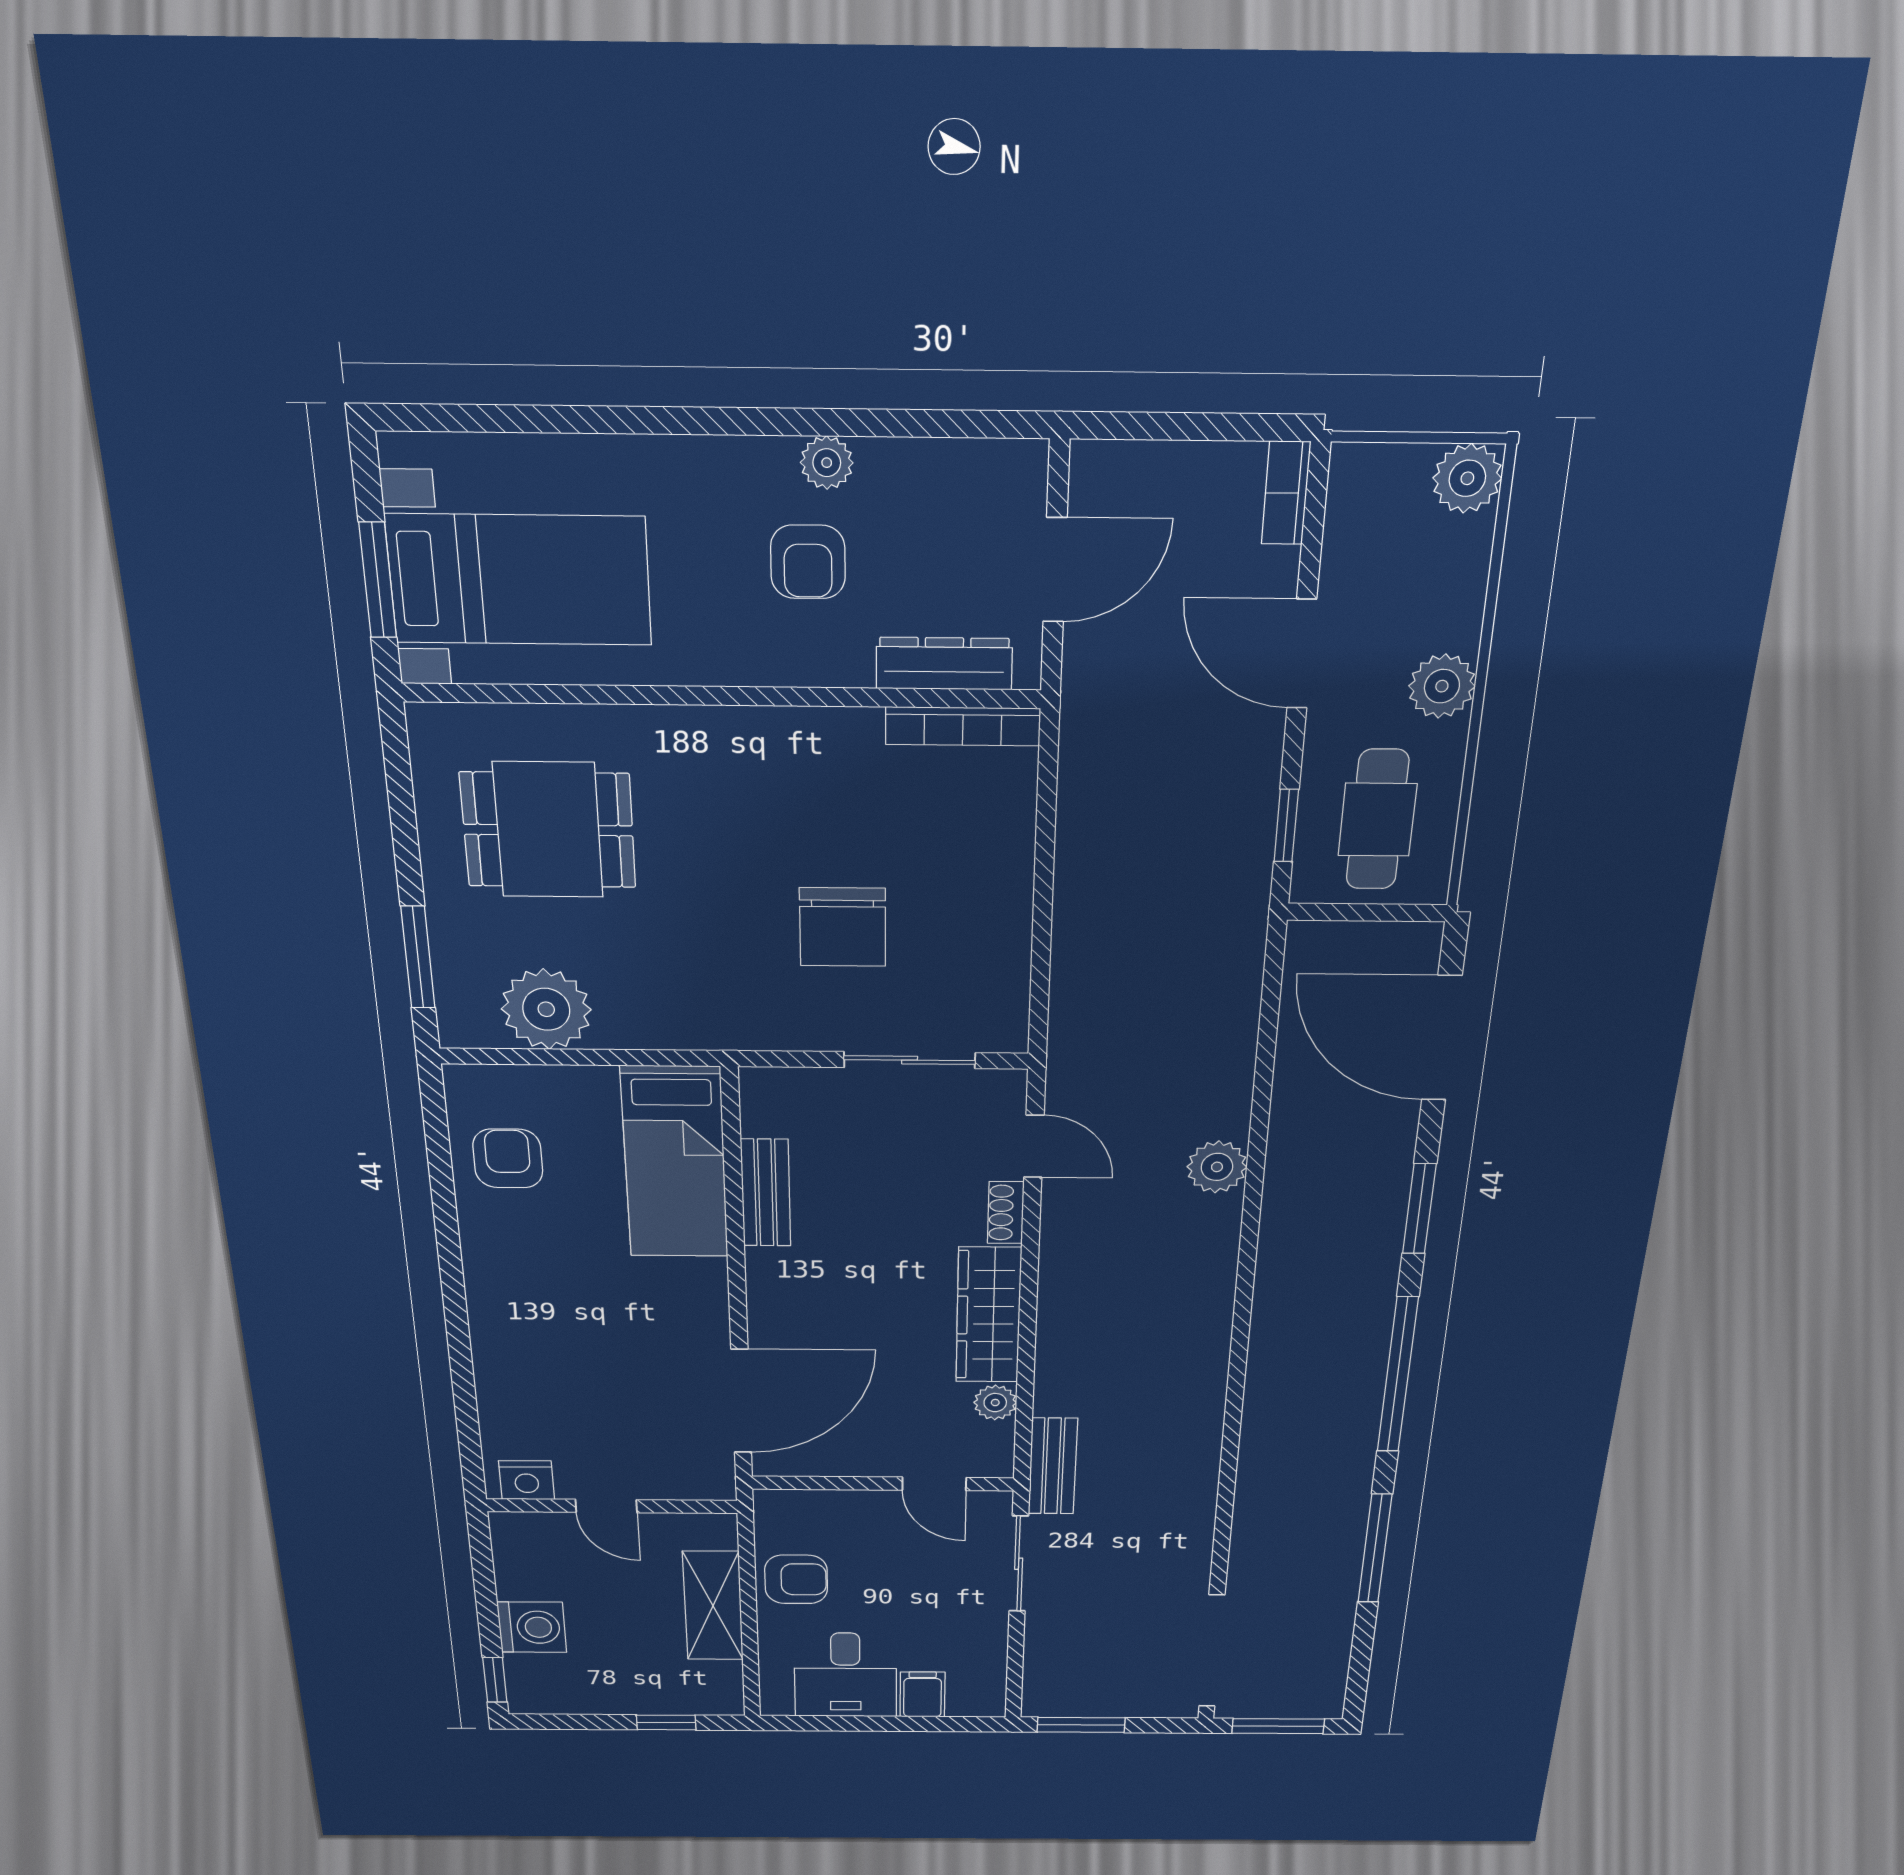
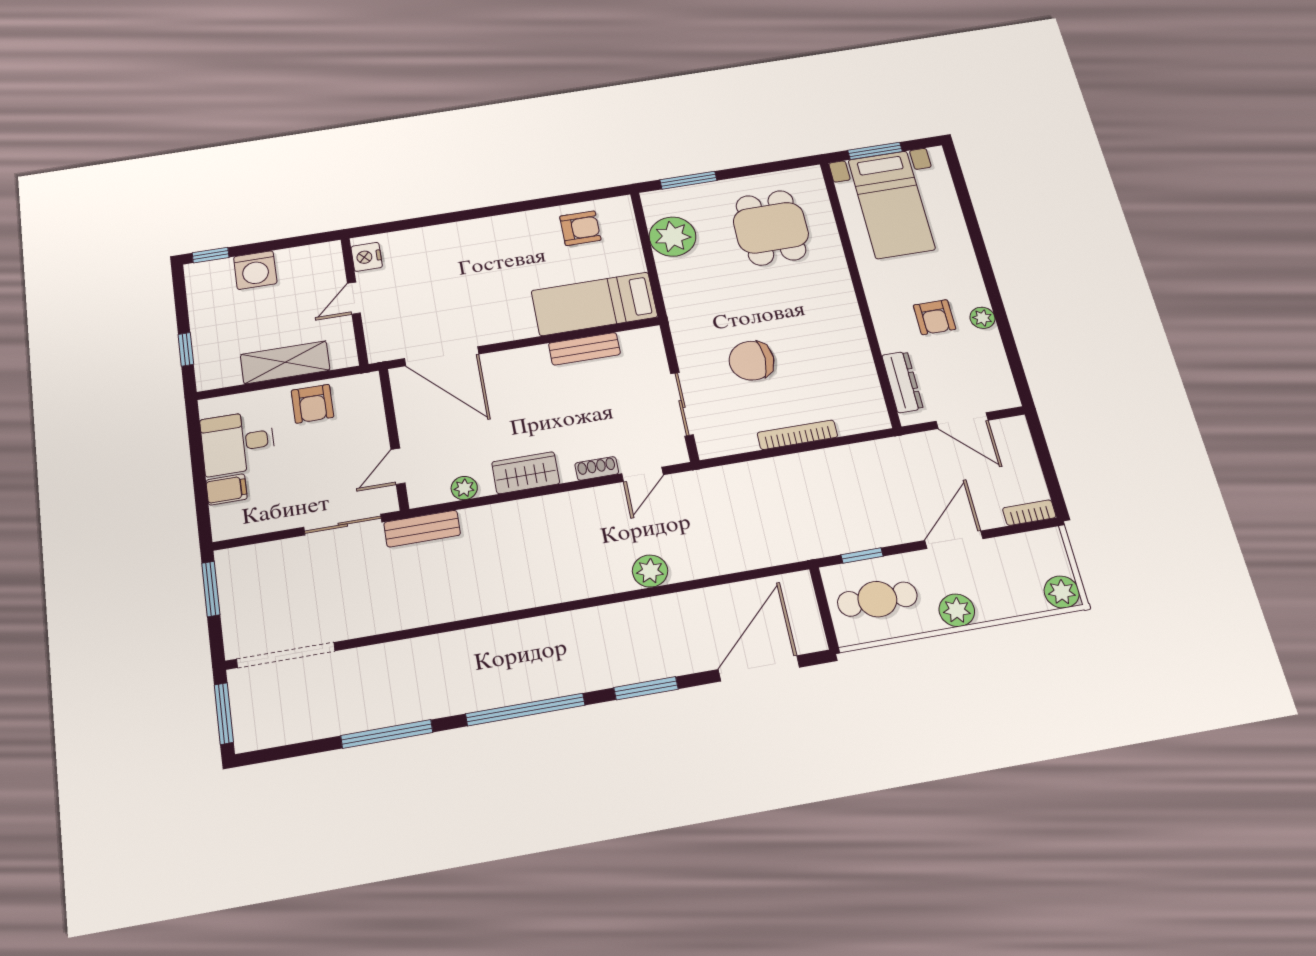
armchair: (808, 562) -> (934, 317), turned -90
bookcase: (963, 726) -> (797, 435), moved, turned 90
wardrobe: (989, 1315) -> (526, 473), width x0.67

